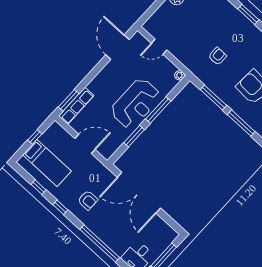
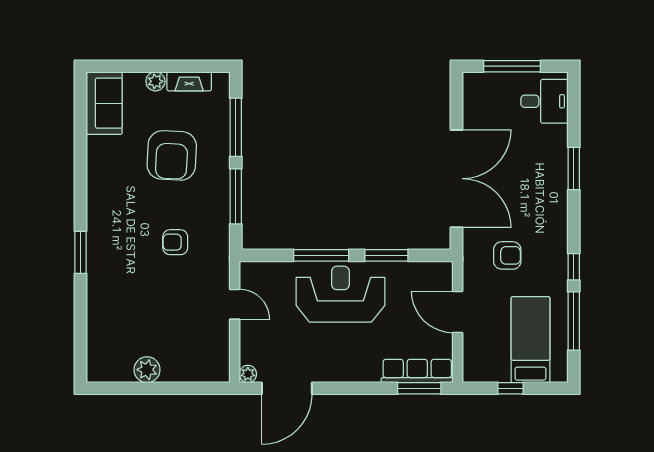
door: (159, 47) -> (235, 304), moved
plant: (179, 75) -> (248, 374), moved
window: (38, 187) -> (574, 321), width x2.17
armchair: (88, 200) -> (507, 255), moved, turned 90
window: (100, 244) -> (574, 169), width x0.47

